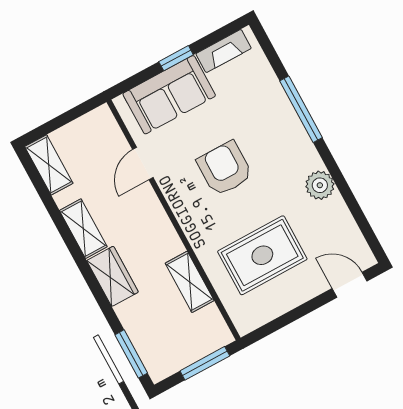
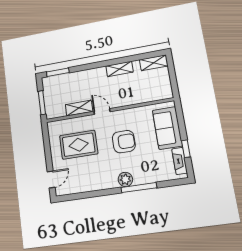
window: (176, 58) -> (186, 149), moved
door: (143, 164) -> (102, 111), moved
plant: (320, 185) -> (125, 179), moved
rug: (262, 255) -> (79, 145), turned 90
wardrobe: (113, 276) -> (94, 75), removed

